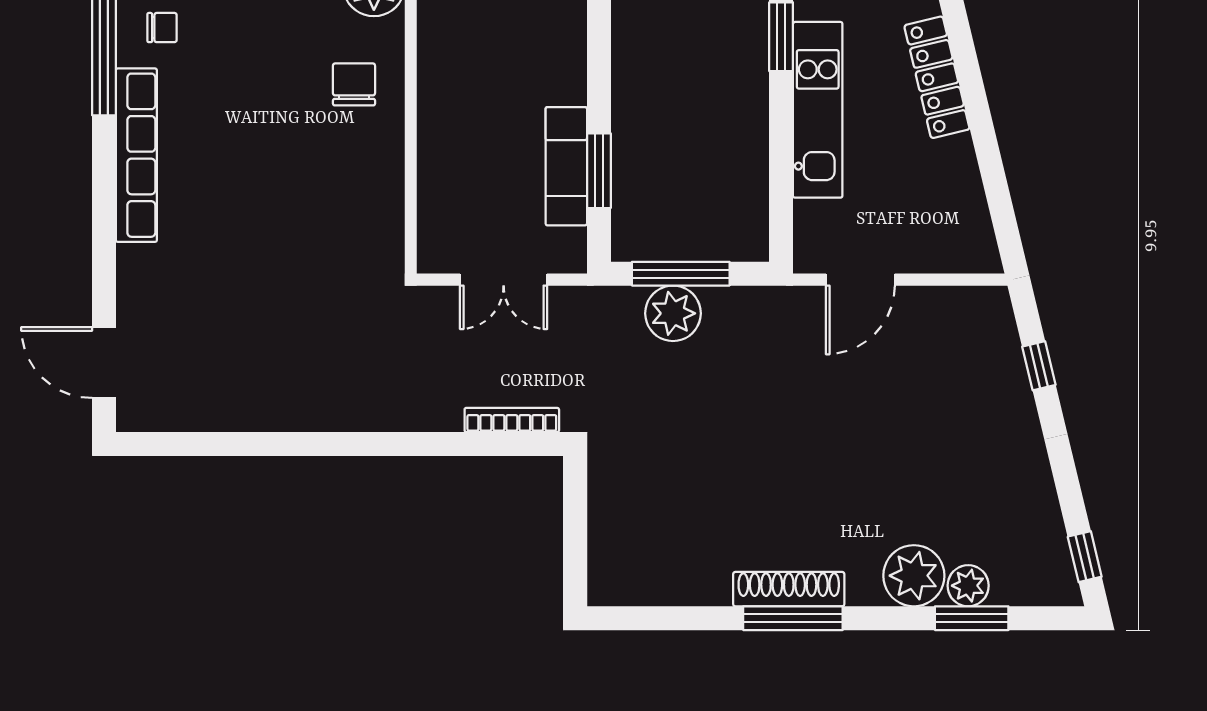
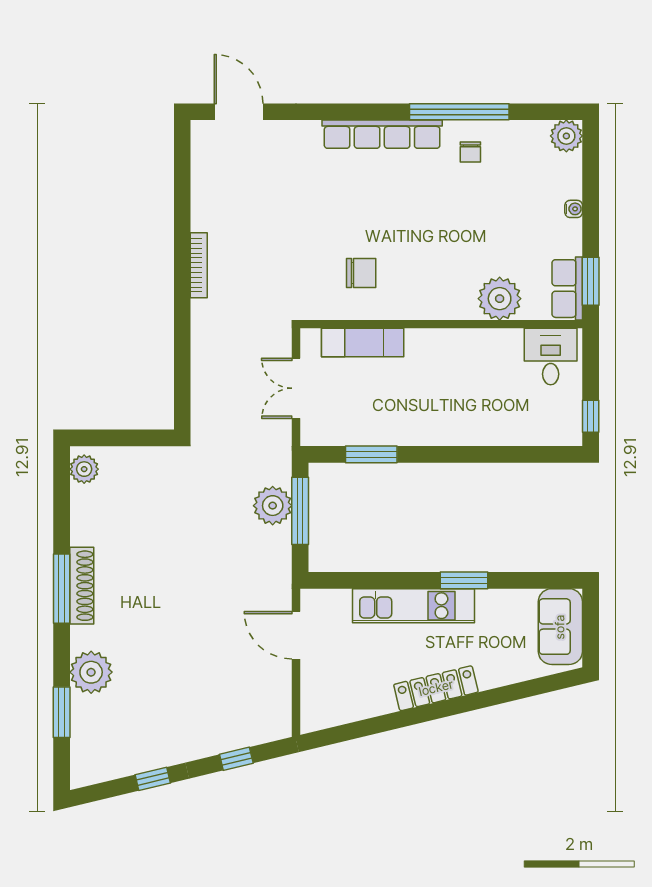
chair: (354, 84) -> (361, 273), moved
exam couch: (566, 166) -> (363, 343), moved, turned 180
door: (104, 363) -> (239, 112), hinge flipped
bookcase: (512, 420) -> (199, 265), moved
window: (1085, 557) -> (153, 779), moved
plant: (968, 586) -> (84, 469), moved

